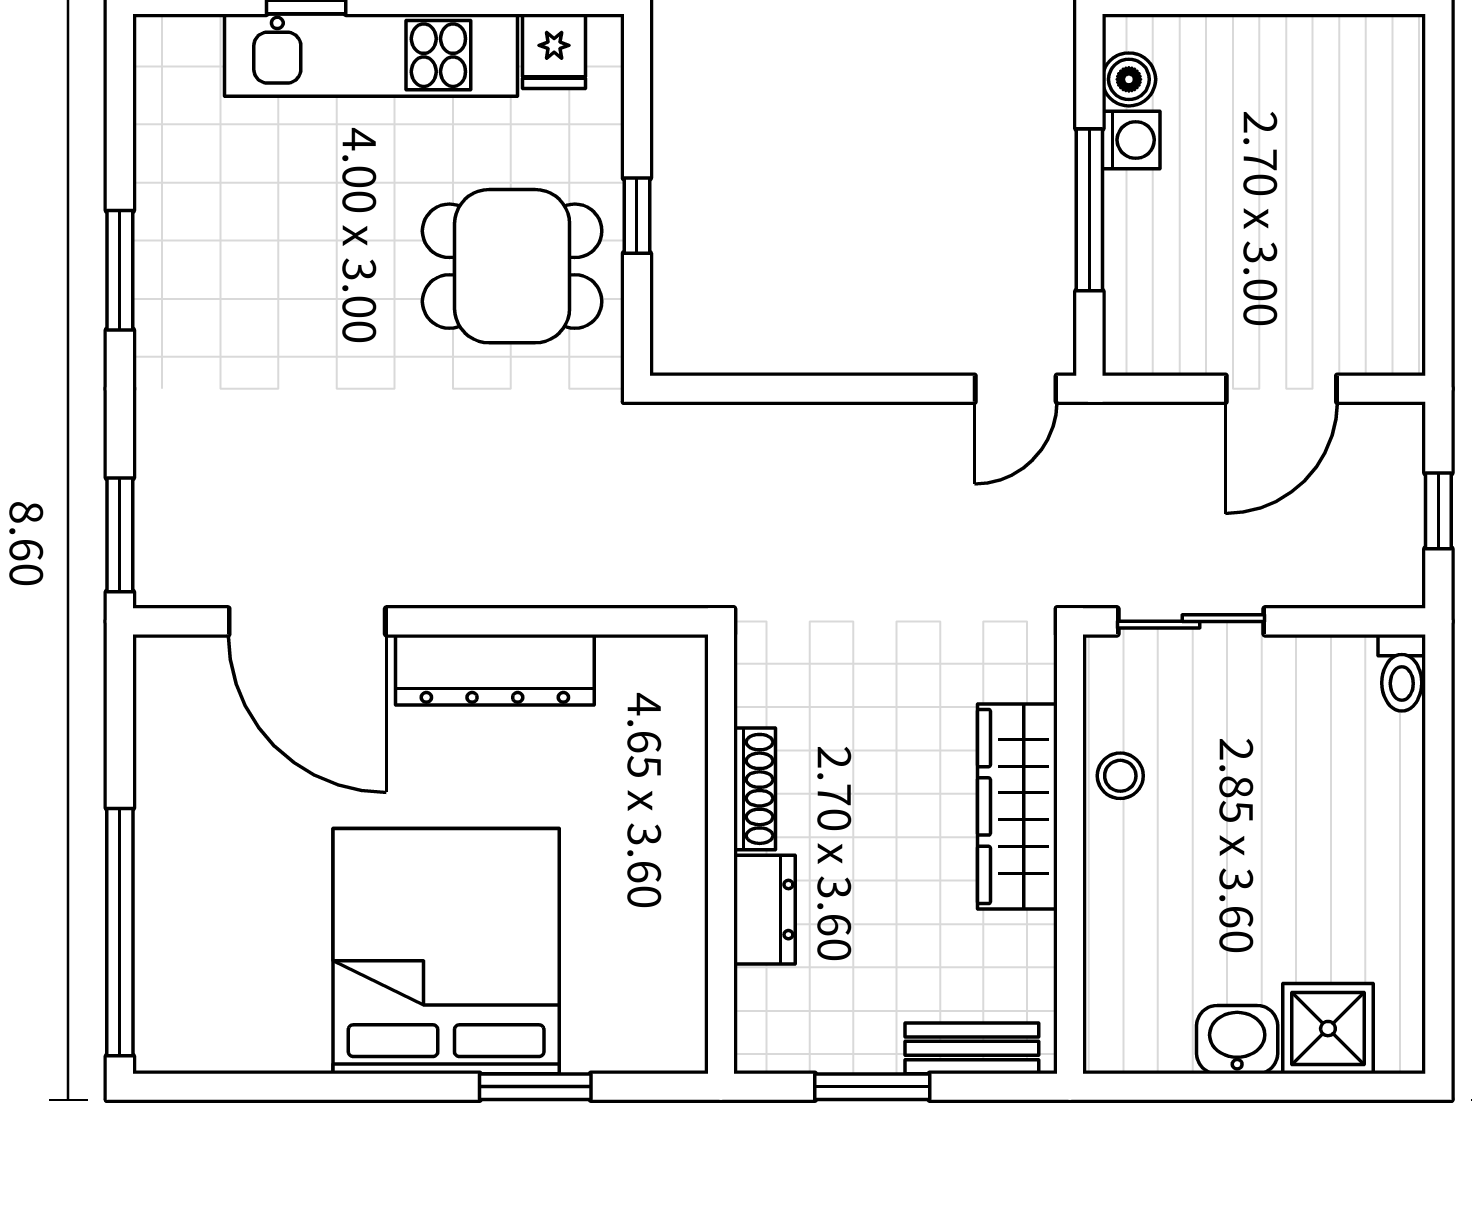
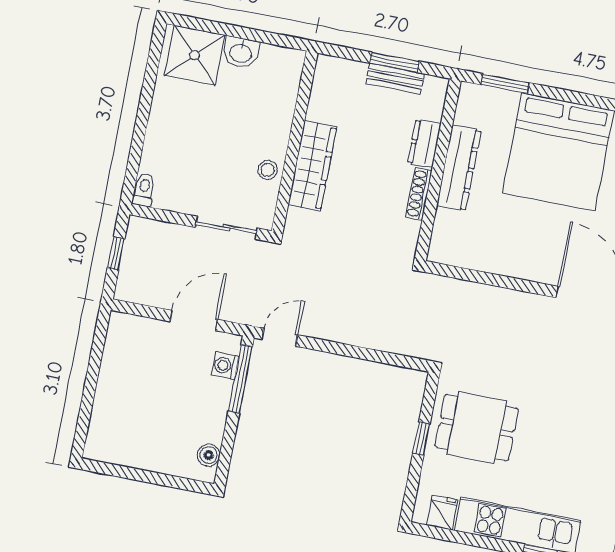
washing machine: (1131, 140) -> (225, 366), moved
window: (1089, 210) -> (240, 379), moved
door: (1281, 389) -> (194, 320), moved
dresser: (495, 670) -> (459, 168), moved, turned 90
shower: (1328, 1029) -> (195, 55), width x1.36, depth x1.36
bench: (972, 1048) -> (395, 79), moved
window: (535, 1087) -> (505, 84), moved

